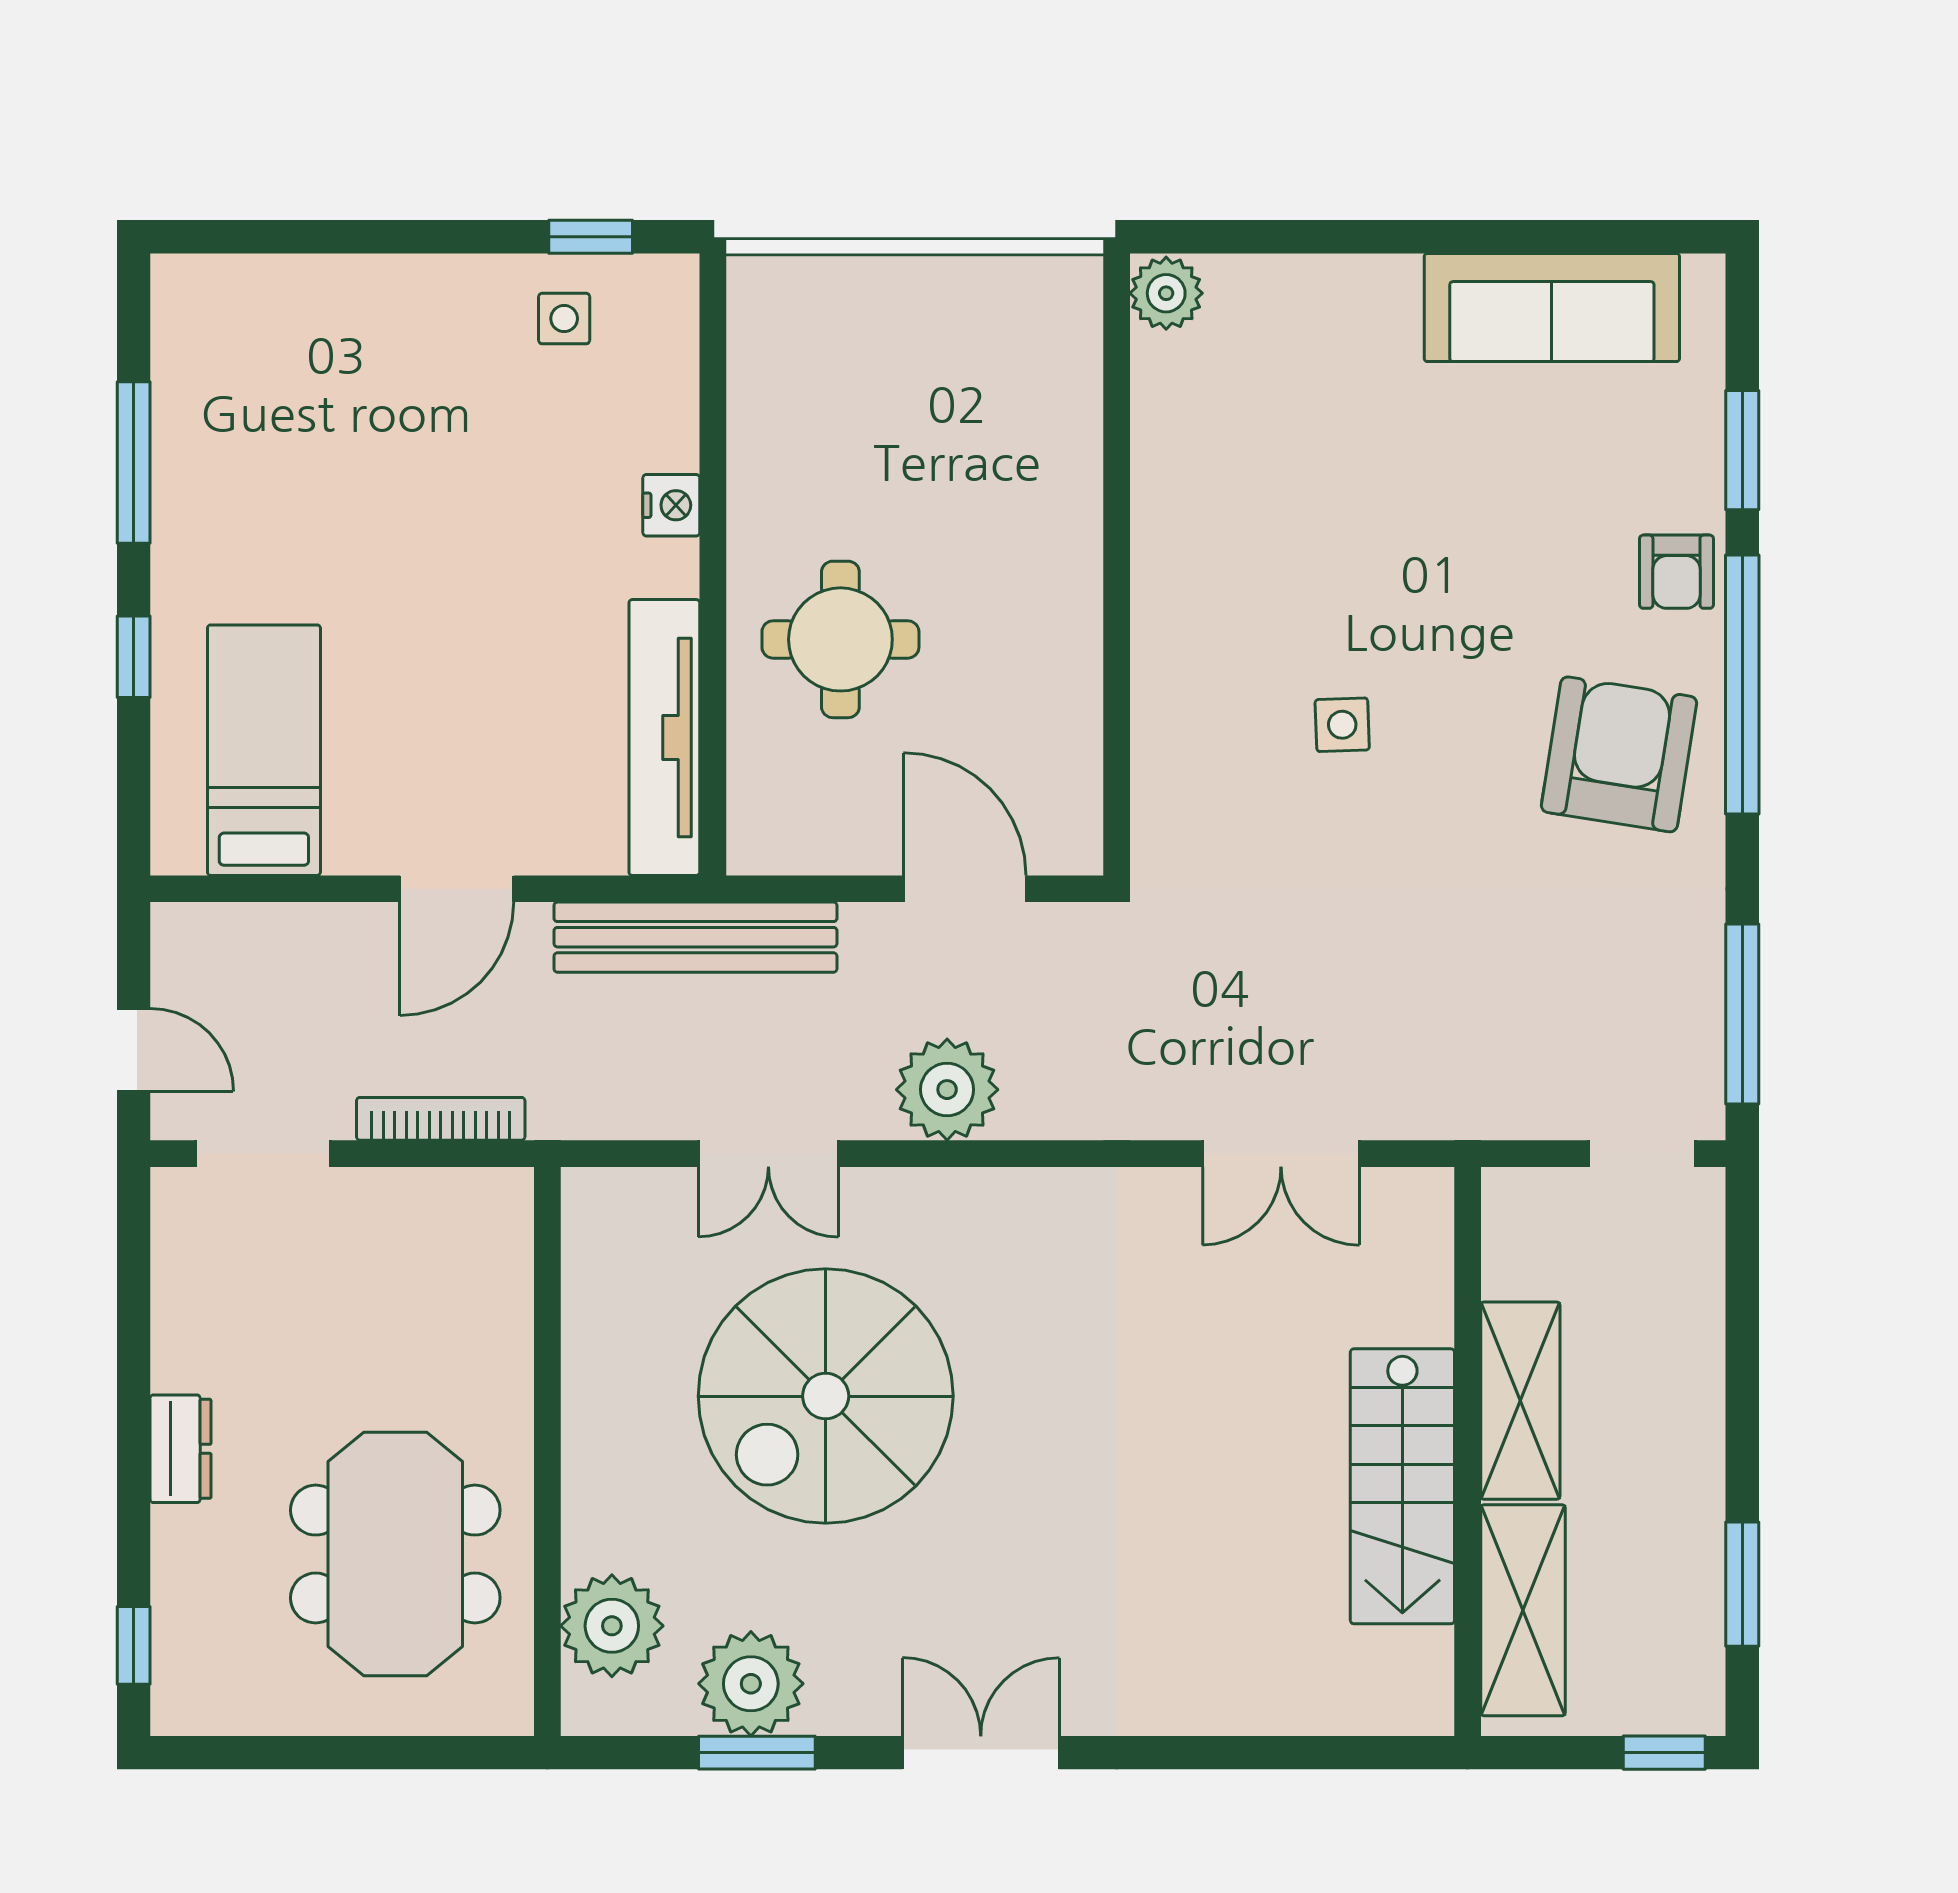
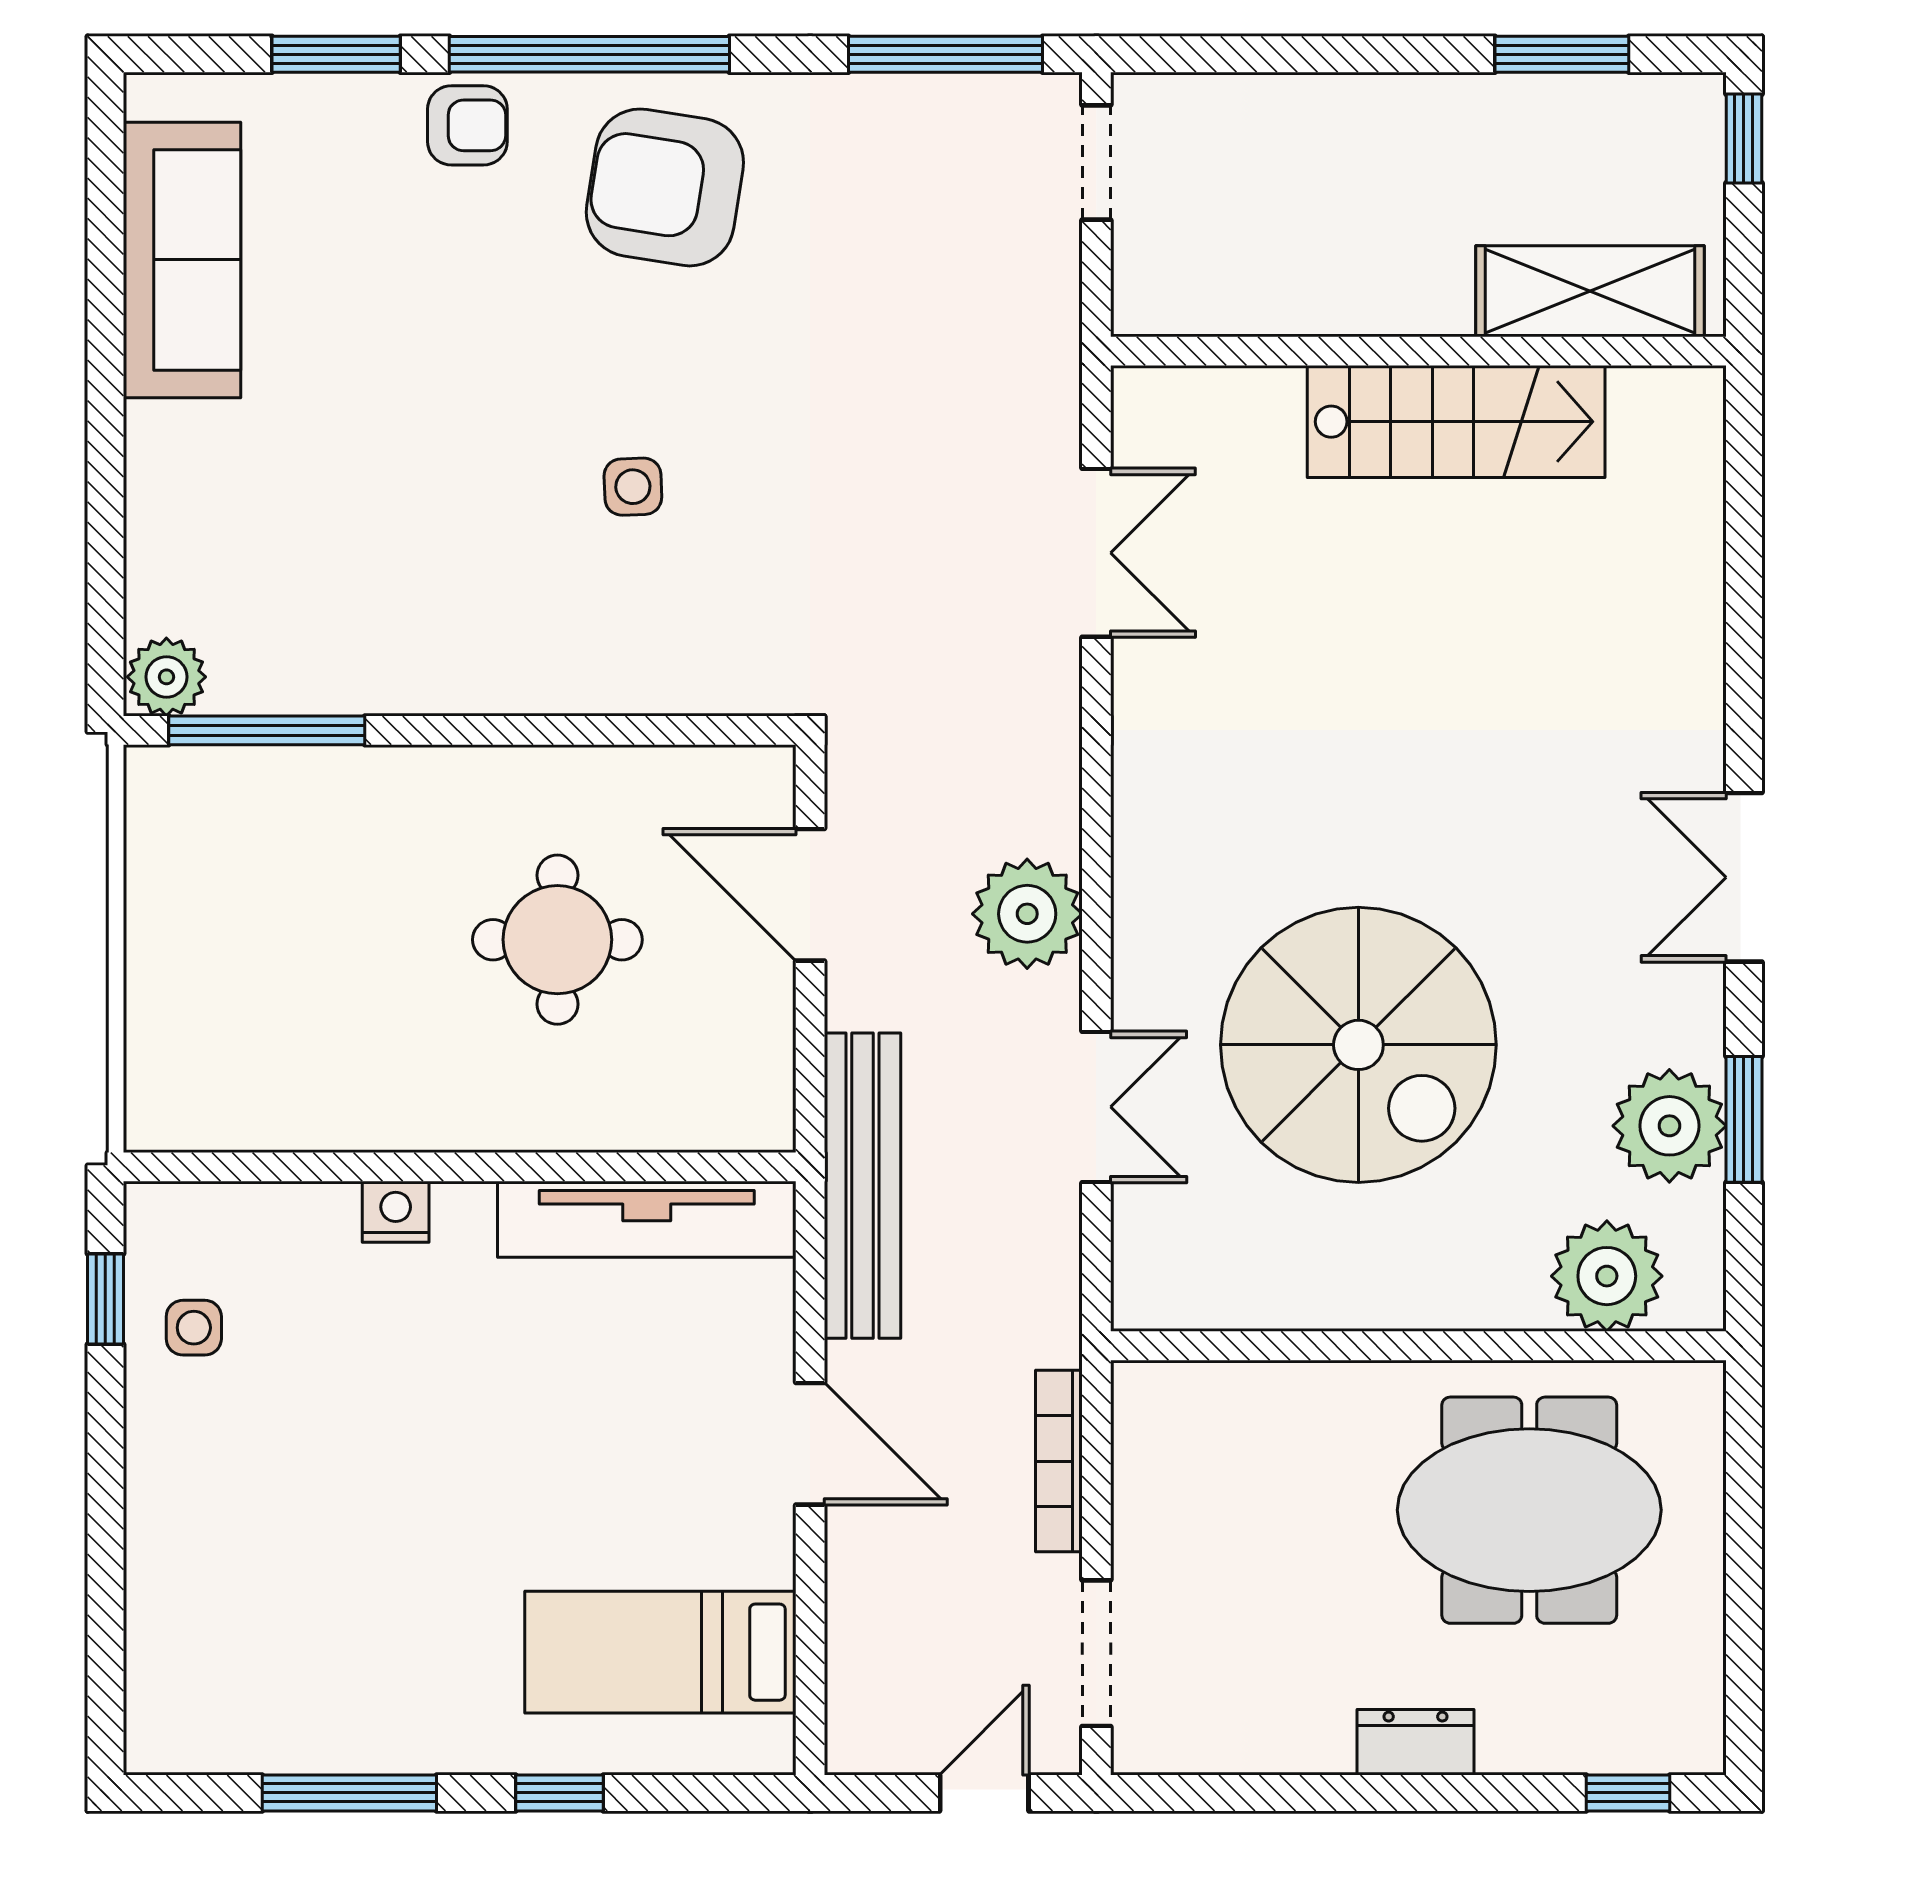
window: (1117, 386) -> (267, 730), added
round table: (840, 639) -> (557, 940), moved
door: (965, 889) -> (810, 895), hinge flipped
shelving: (1520, 1401) -> (1363, 294), removed

